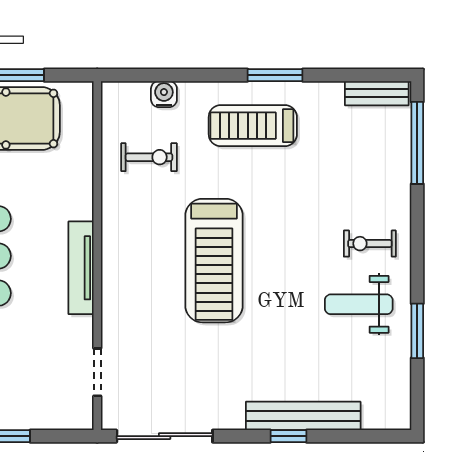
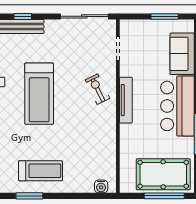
water cooler: (164, 94) -> (101, 186), moved
exercise bike: (149, 157) -> (97, 89), moved, turned 64
treadmill: (214, 261) -> (39, 94), moved, turned 180

